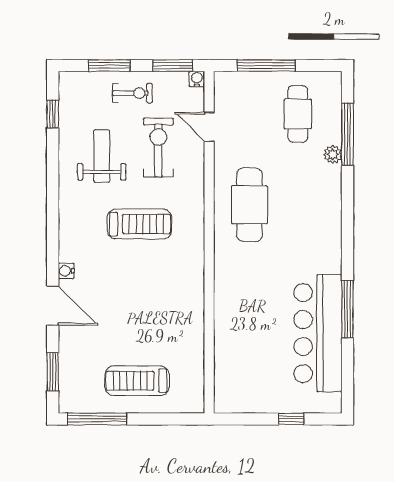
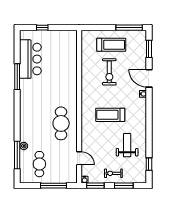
exercise bike: (158, 148) -> (109, 72), moved
weight bench: (102, 156) -> (127, 145), turned 180
bar counter: (318, 333) -> (30, 59), width x0.73

